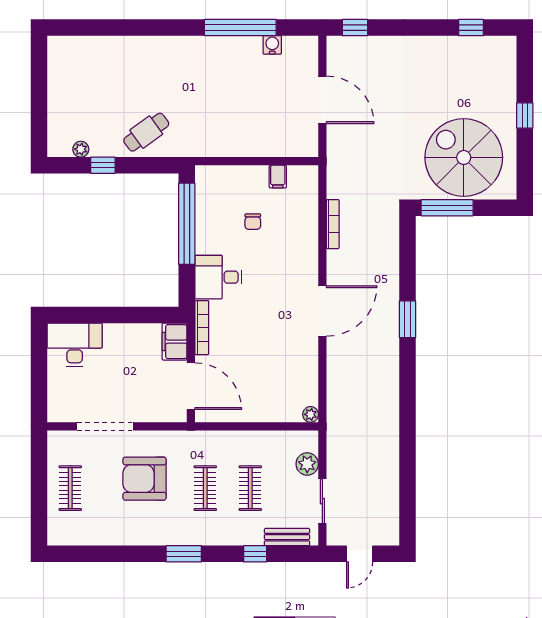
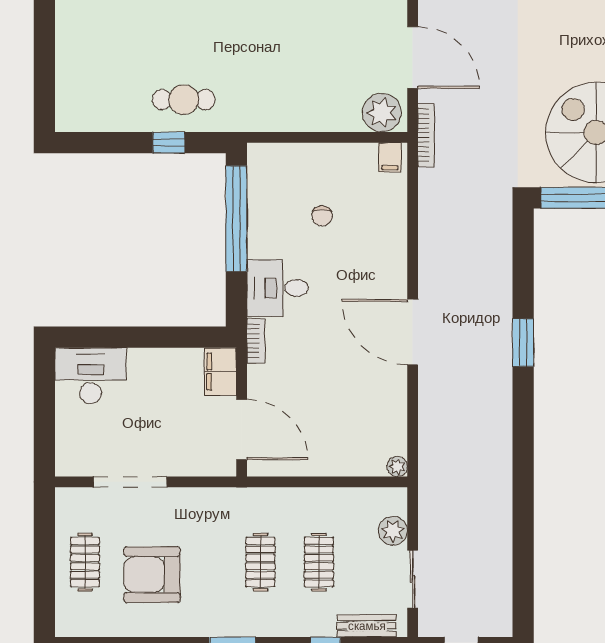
cafe table: (146, 132) -> (184, 100), turned 36
plant: (81, 149) -> (382, 113), moved, width x1.88, depth x1.88
window: (103, 165) -> (169, 143), moved
filing cabinet: (278, 177) -> (390, 157), moved
bookcase: (333, 224) -> (426, 135), moved
door: (322, 311) -> (413, 332), swing flipped
bookcase: (202, 328) -> (256, 341), width x0.64
armchair: (145, 479) -> (152, 575), moved

